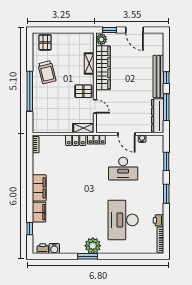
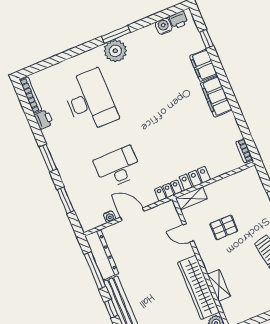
pallet: (83, 91) -> (224, 227), moved

